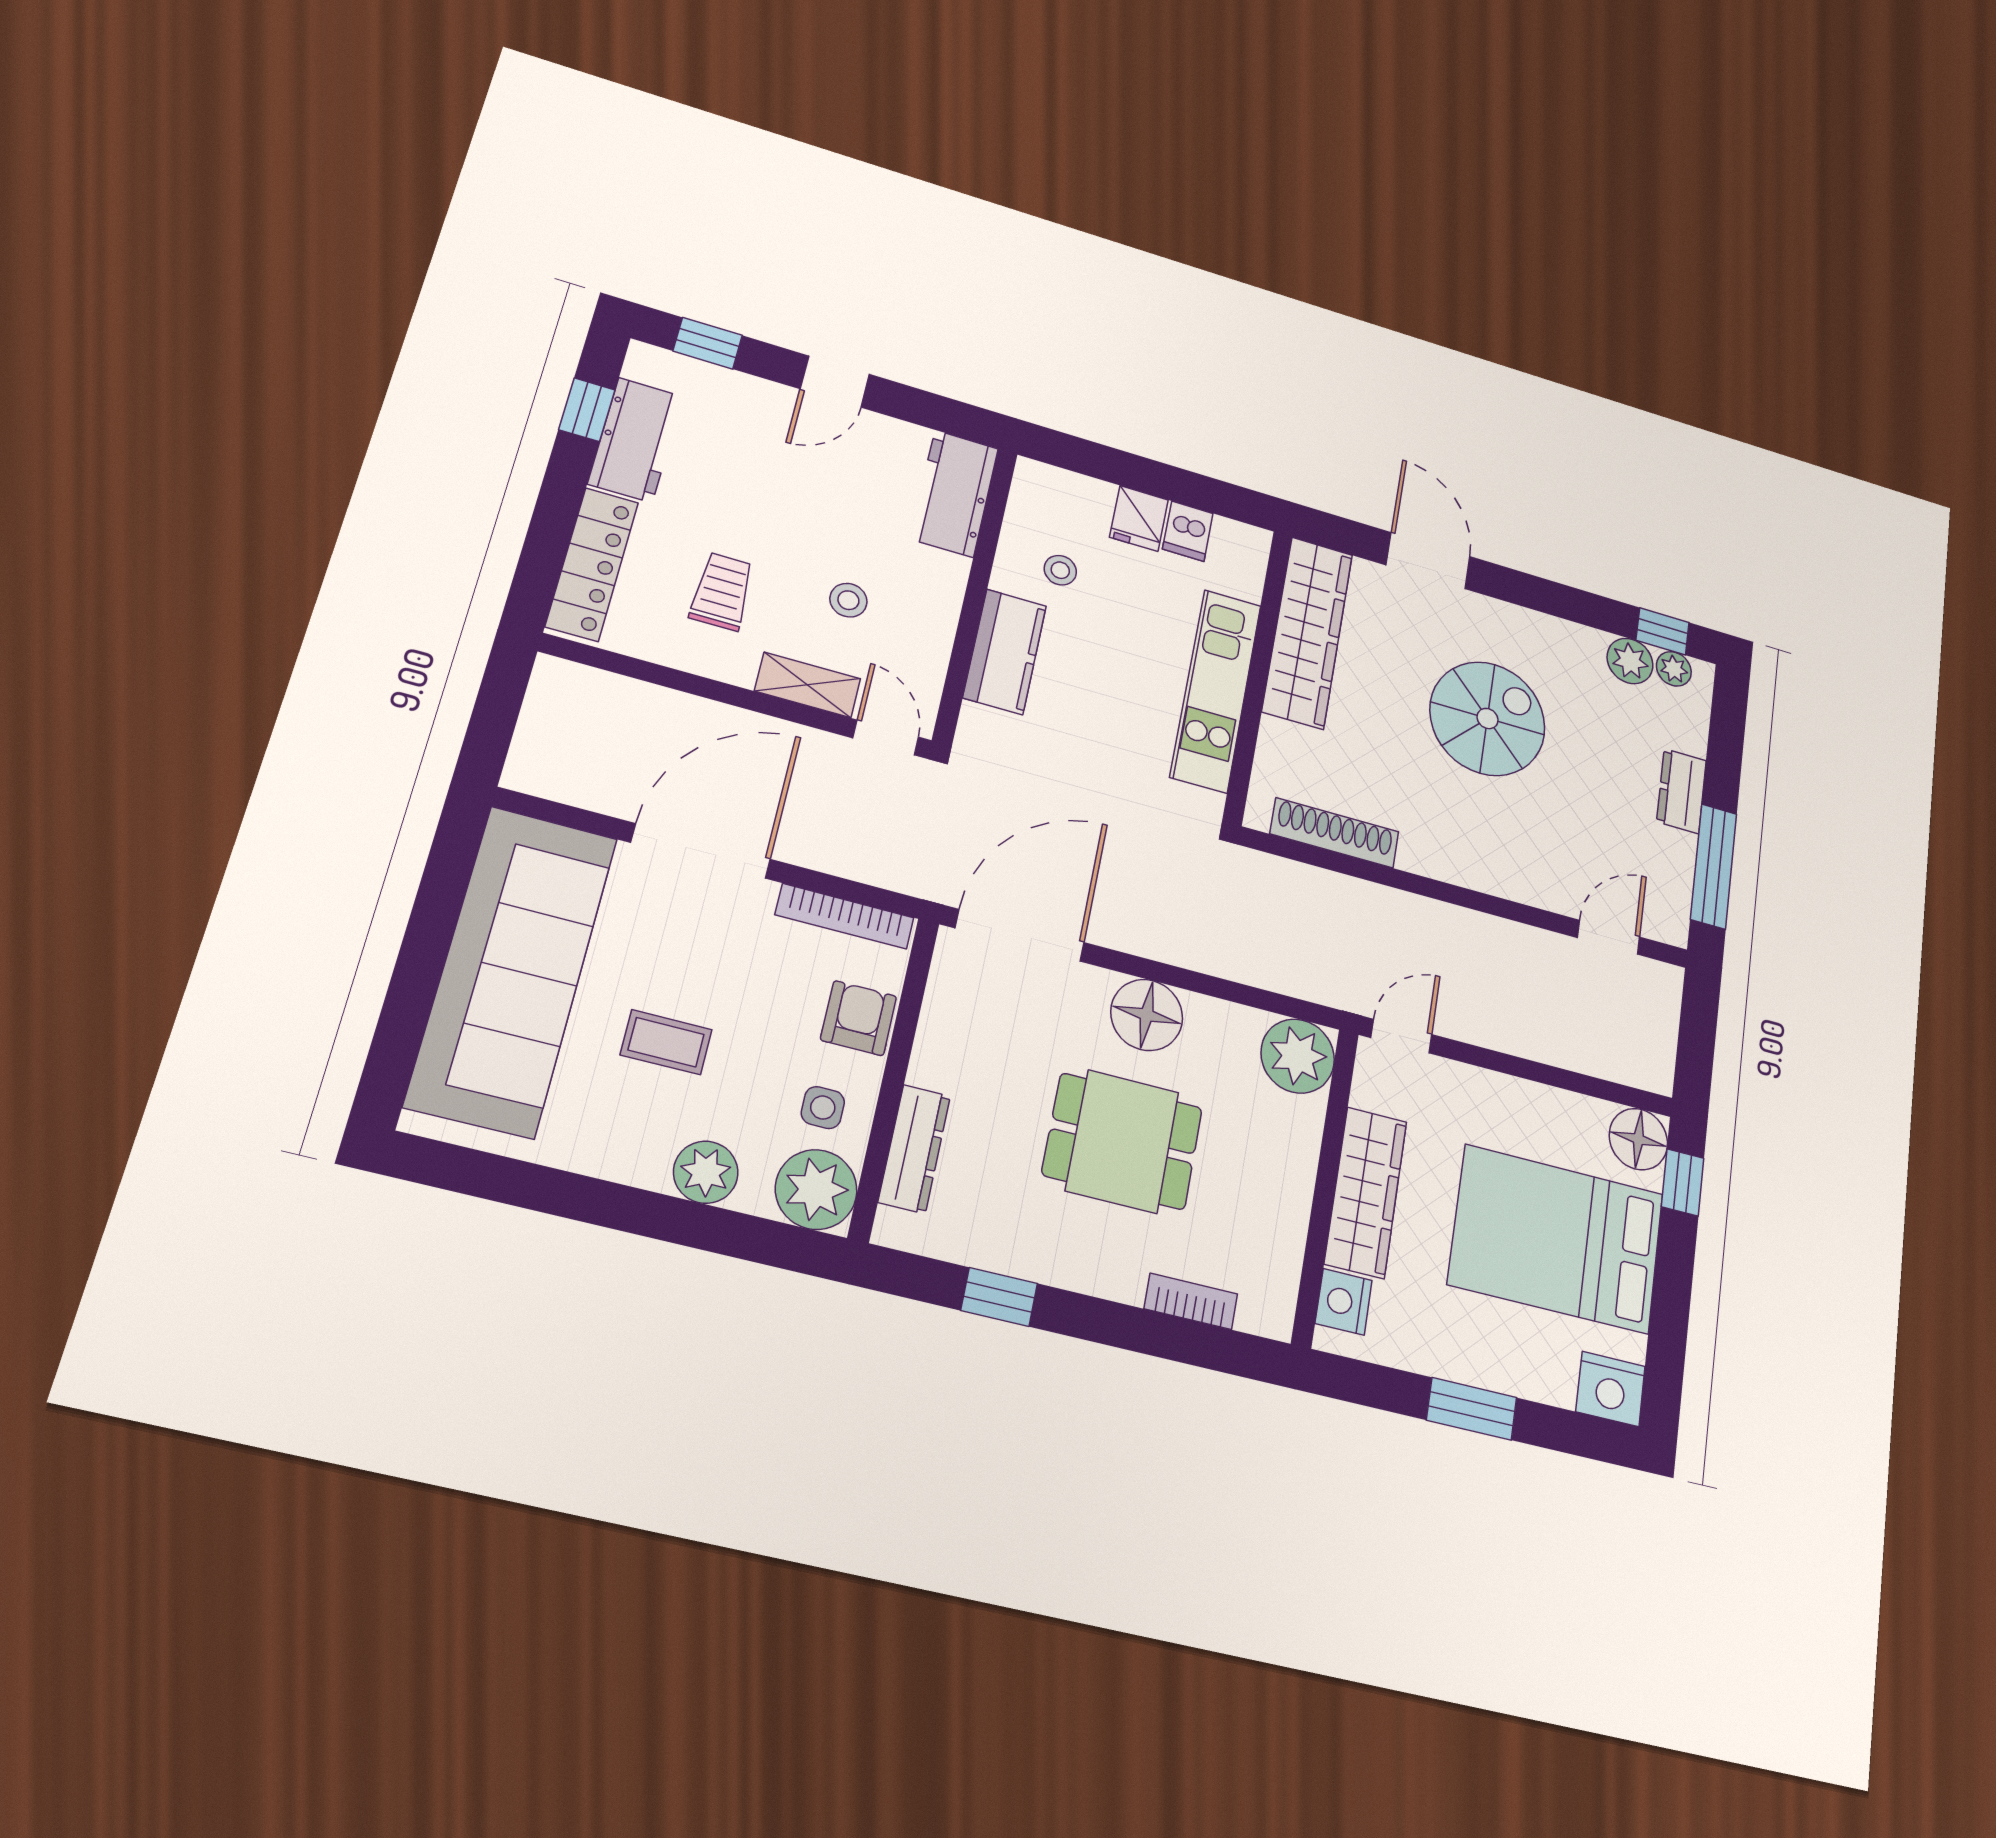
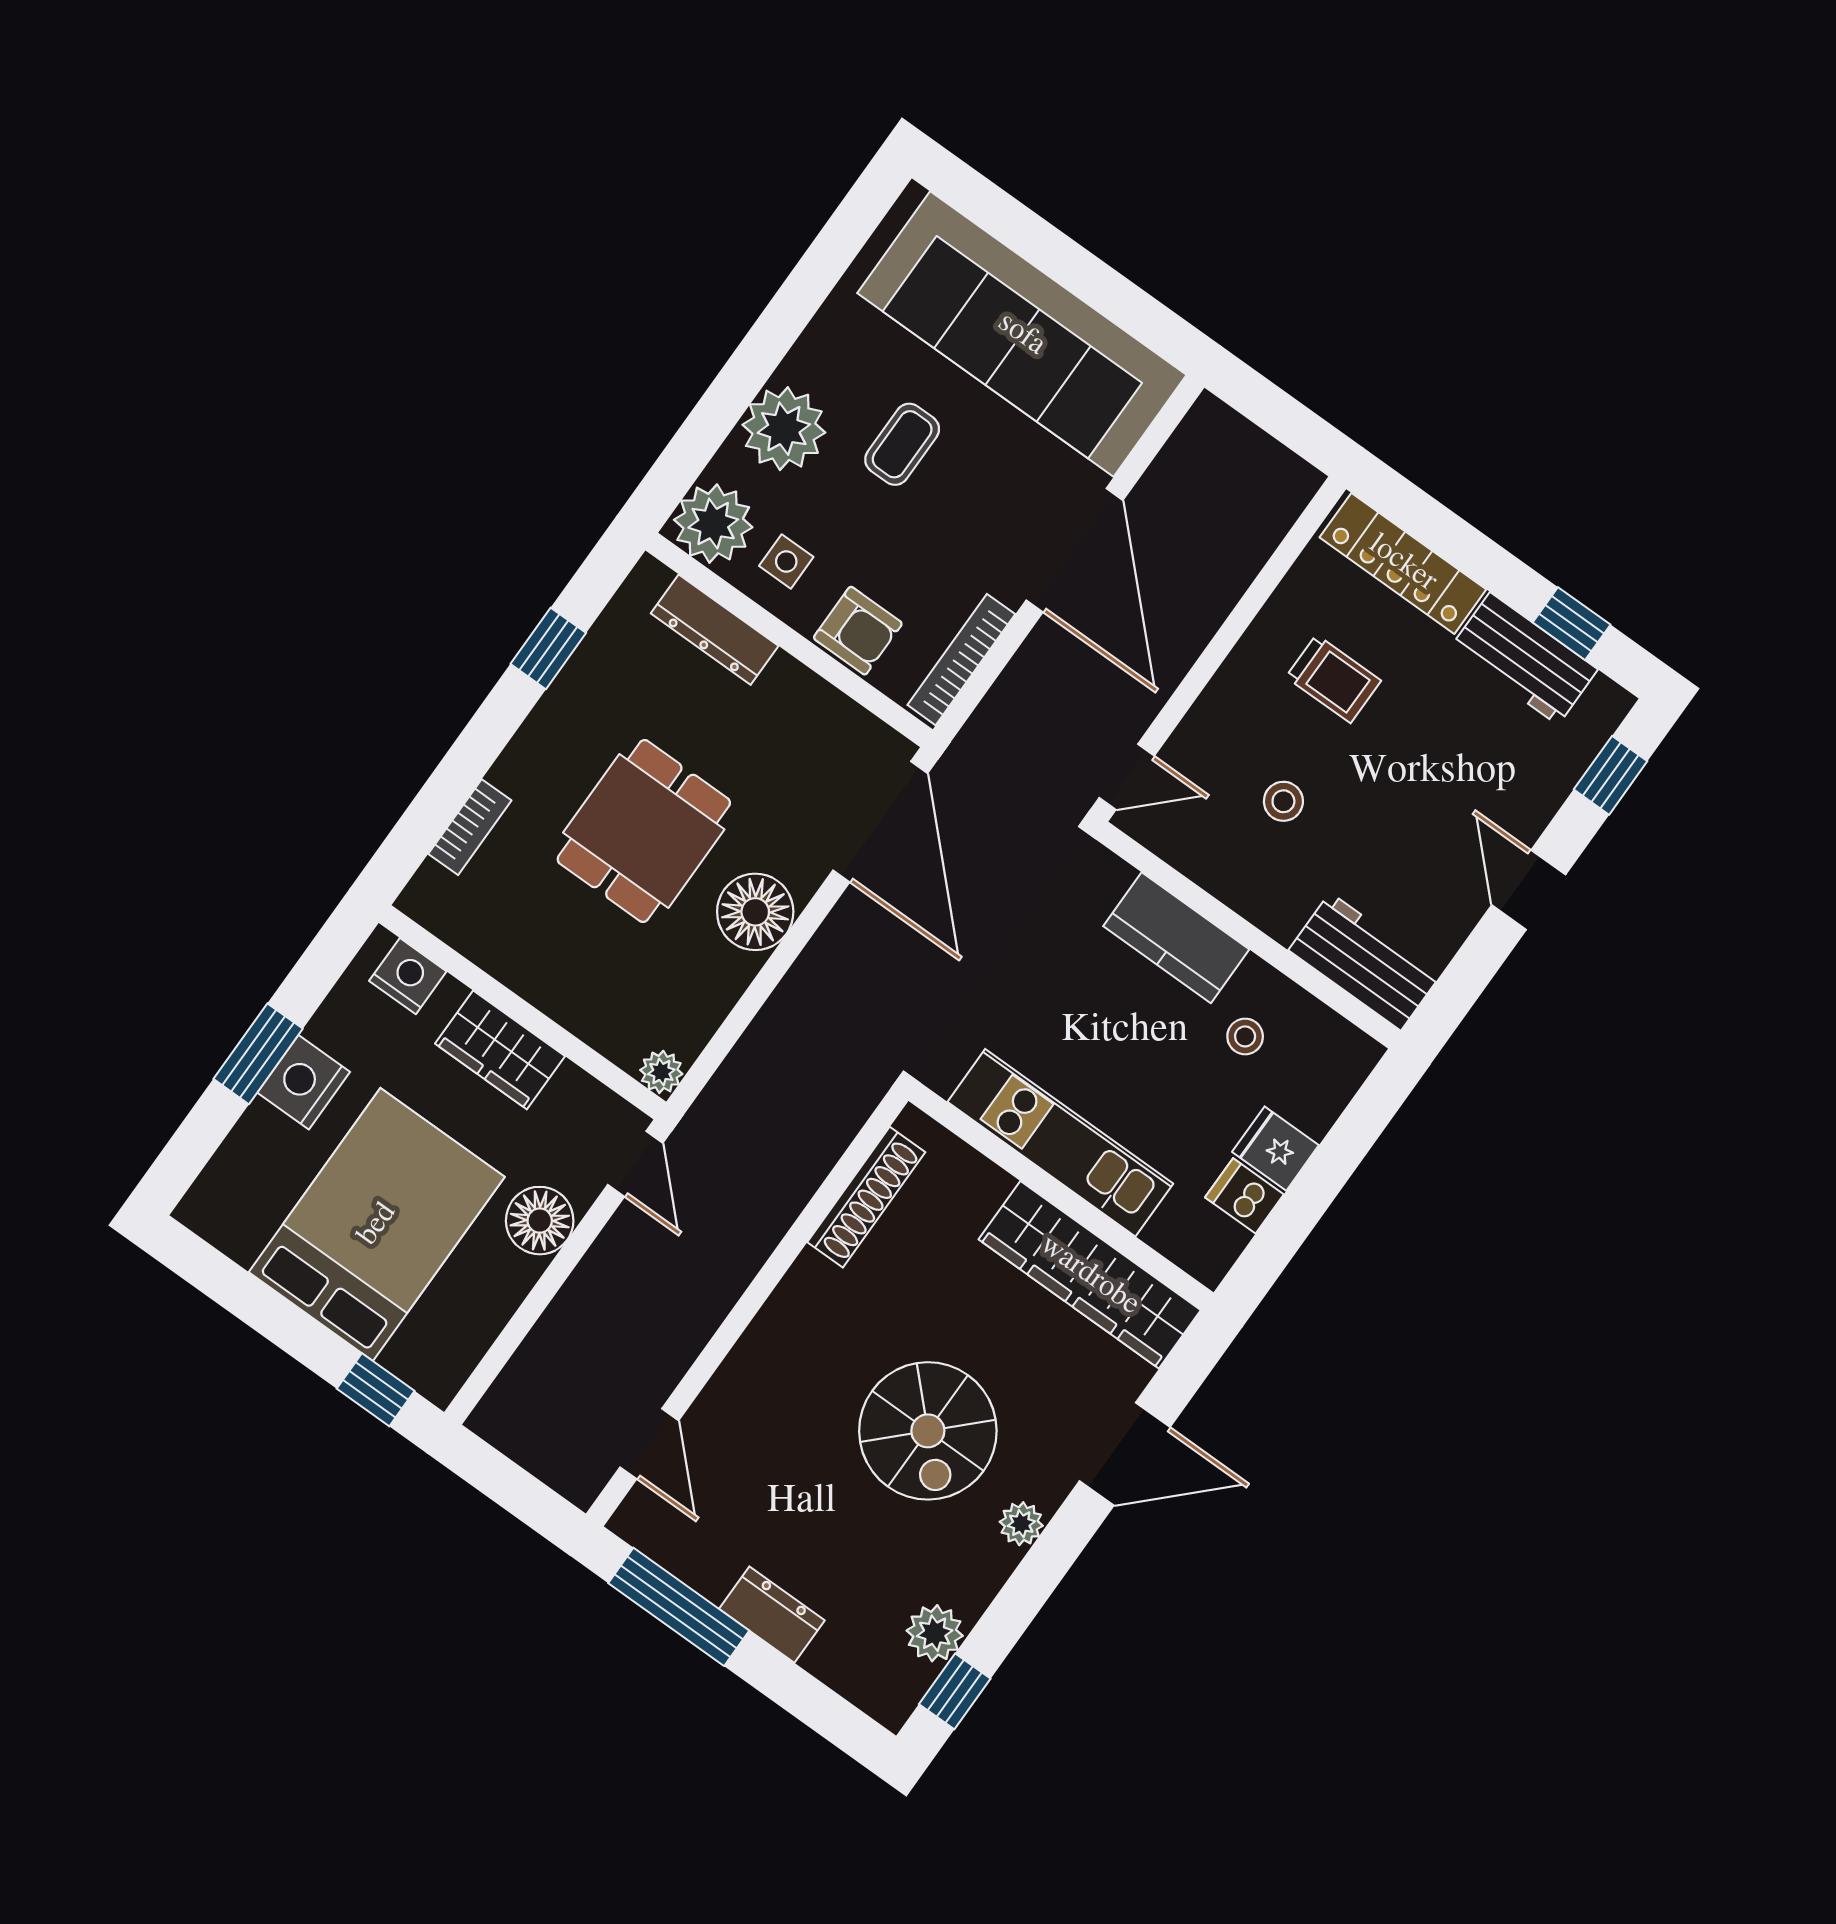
plant: (1674, 669) -> (1021, 1524), moved
shelving: (808, 685) -> (1208, 723), removed
plant: (1298, 1056) -> (661, 1072), width x0.53, depth x0.53
floor lamp: (1638, 1139) -> (540, 1221), moved
plant: (706, 1172) -> (784, 429), width x1.36, depth x1.36
wardrobe: (1366, 1192) -> (500, 1050), width x0.67
nightstand: (1611, 1389) -> (304, 1082), moved

